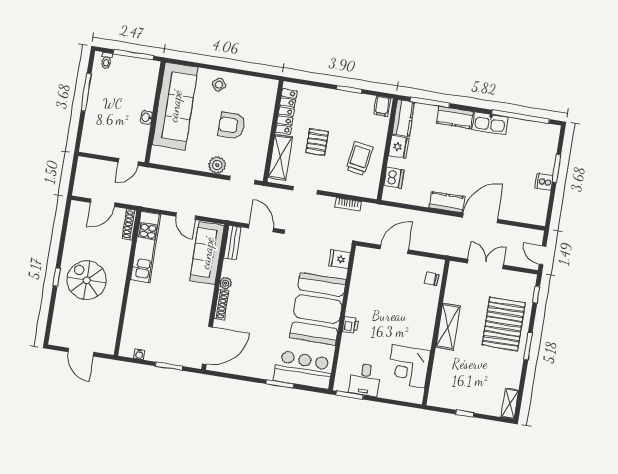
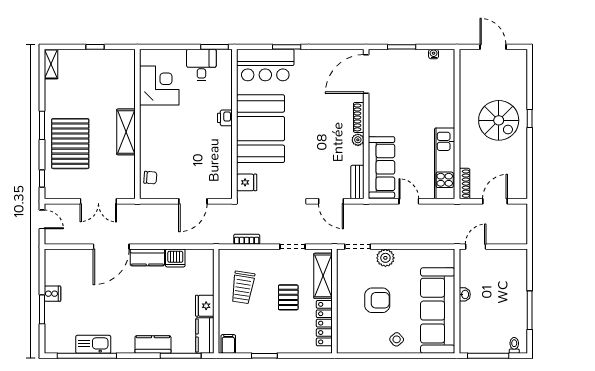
kitchen sink: (490, 123) -> (93, 344), moved
dishwasher: (394, 178) -> (175, 258), moved, turned -90

